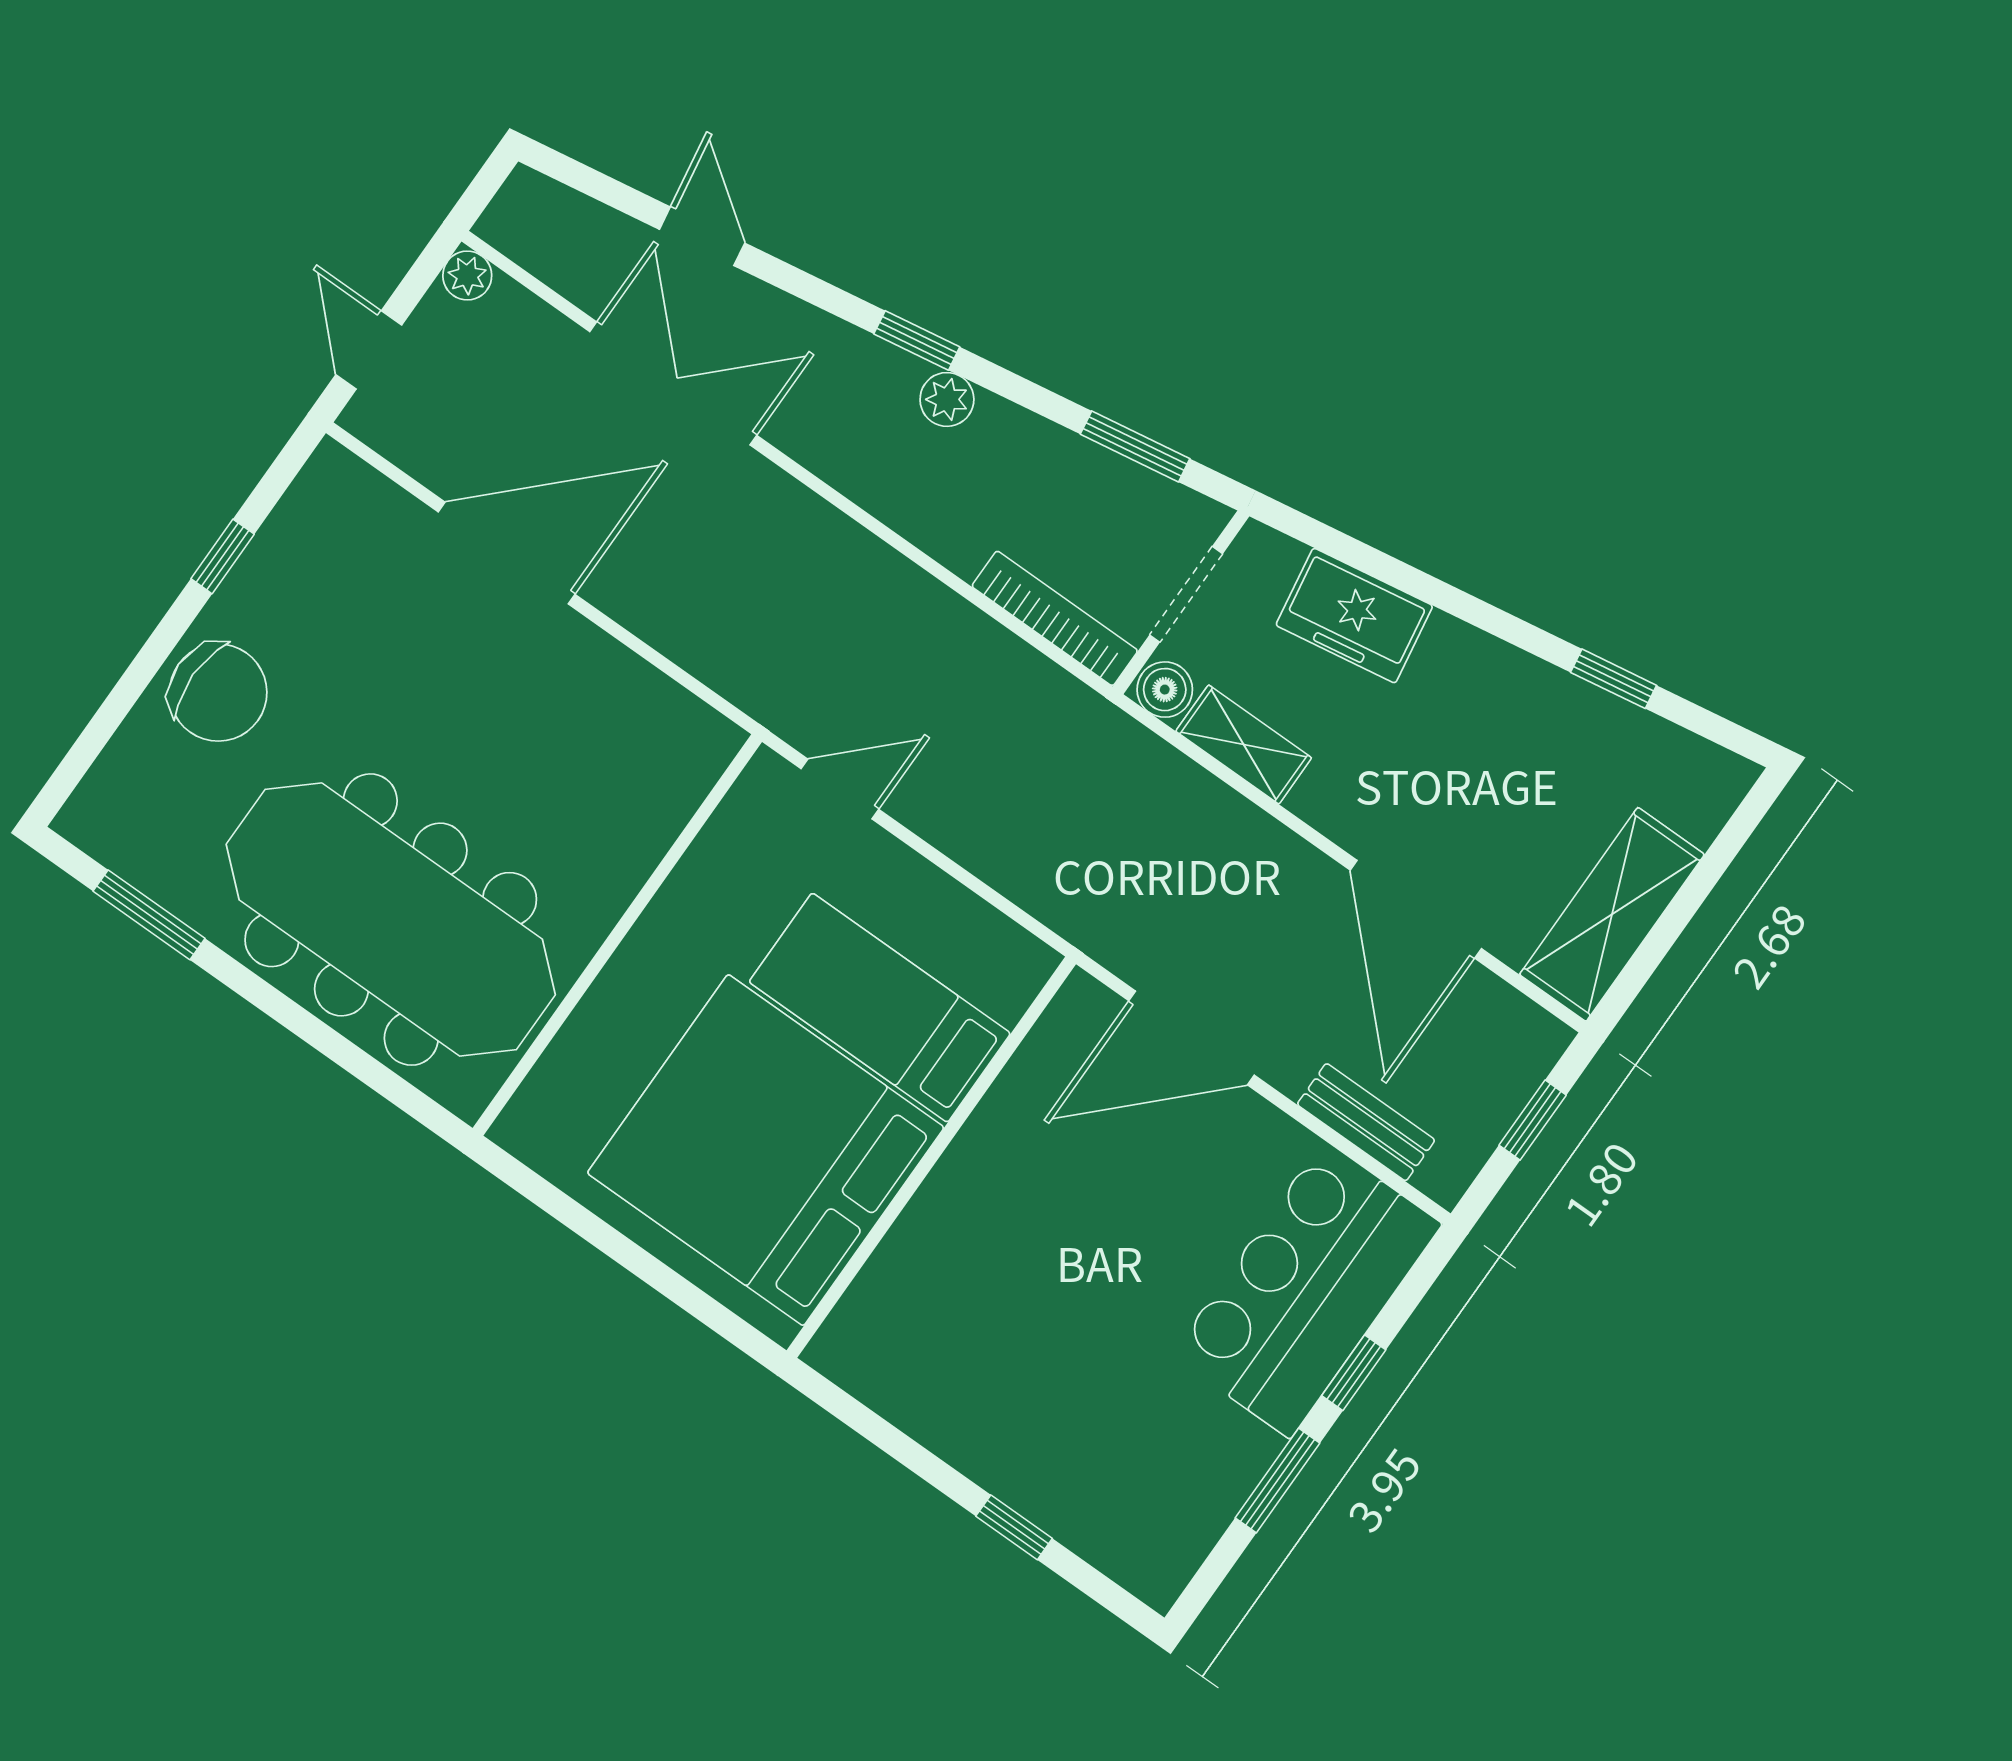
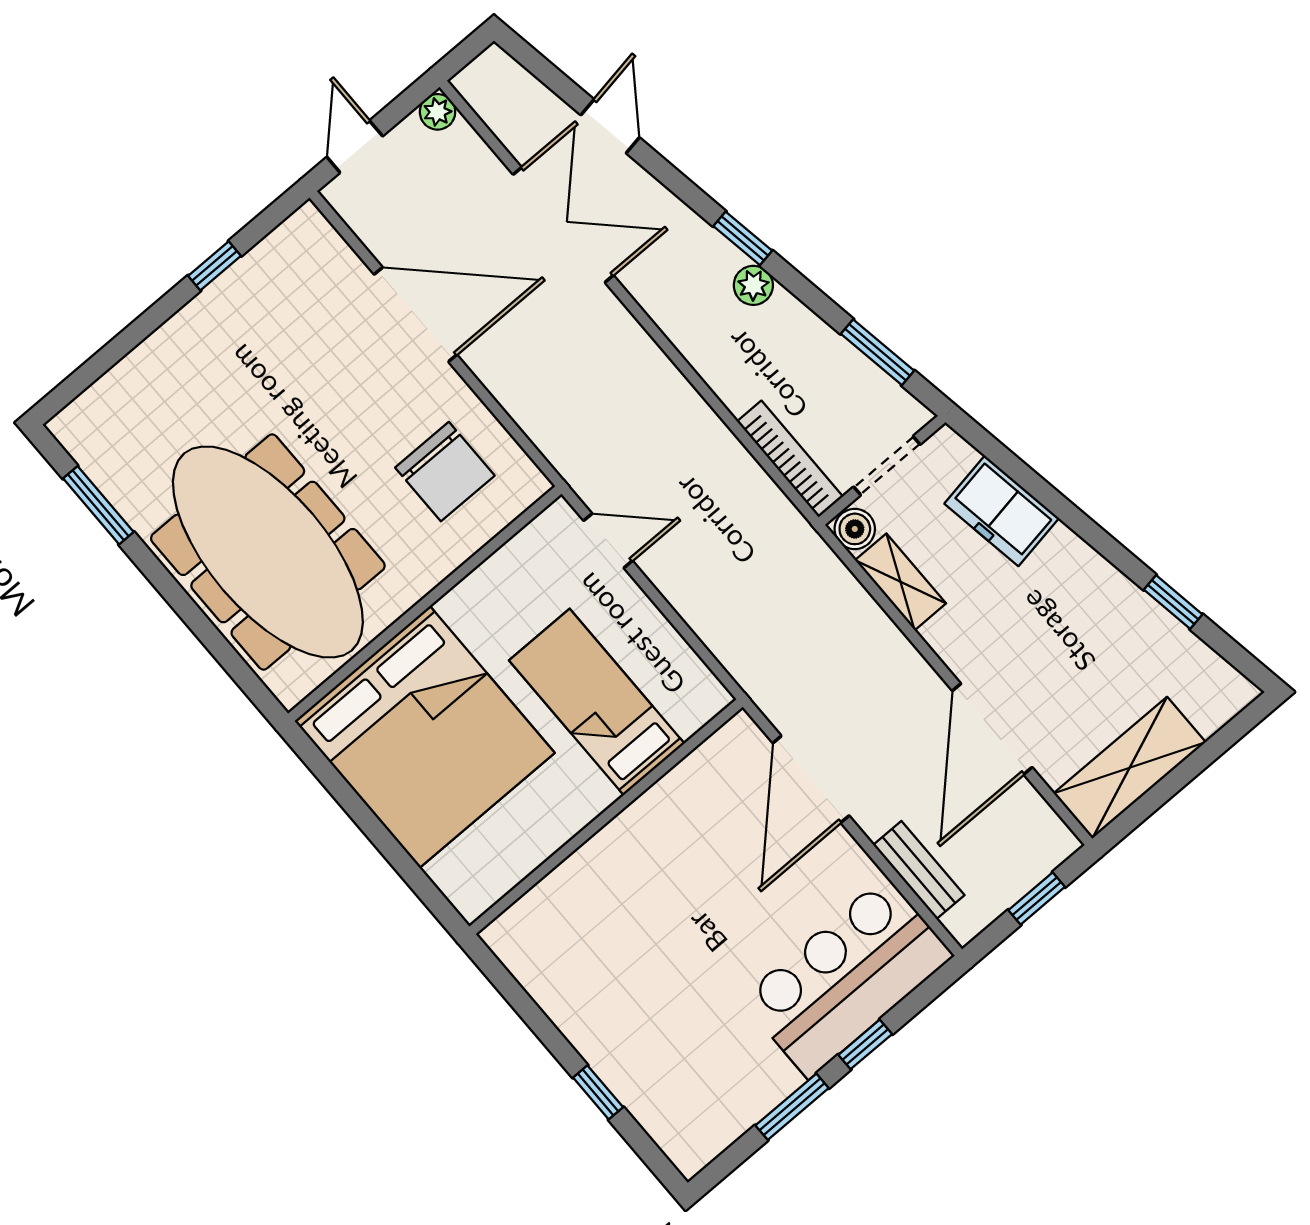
chair: (218, 692) -> (445, 472), moved
door: (1191, 1038) -> (811, 779), hinge flipped
bed: (766, 1150) -> (425, 737), moved, turned 180

